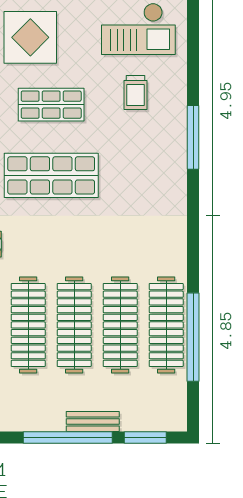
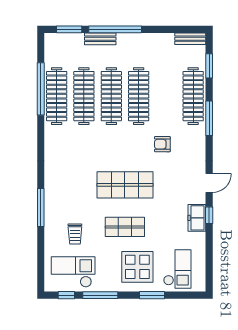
trolley: (135, 93) -> (75, 234), turned 180

